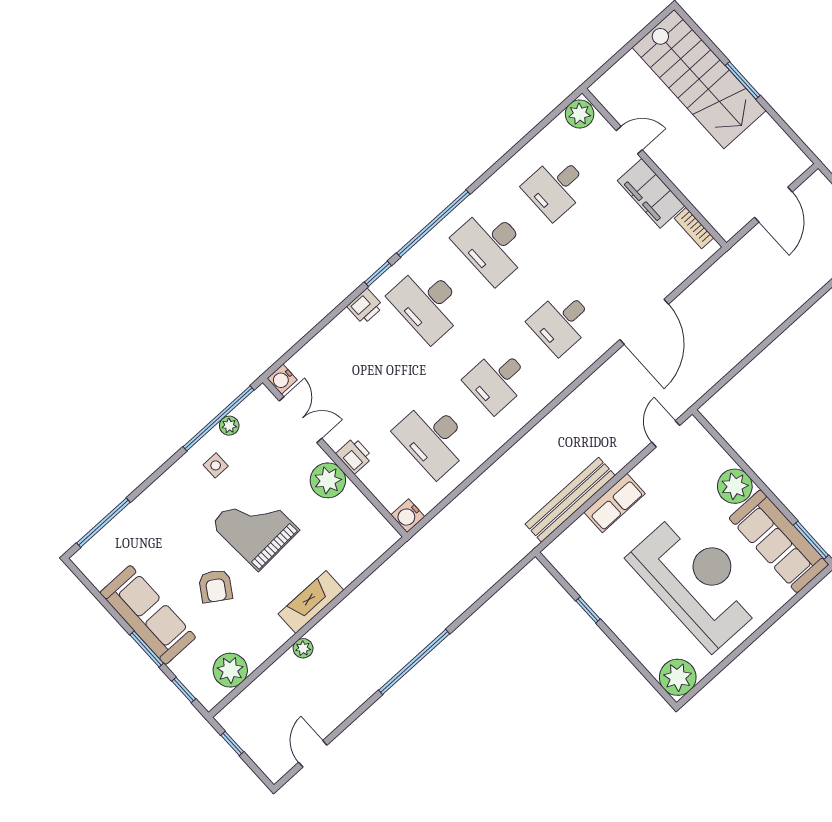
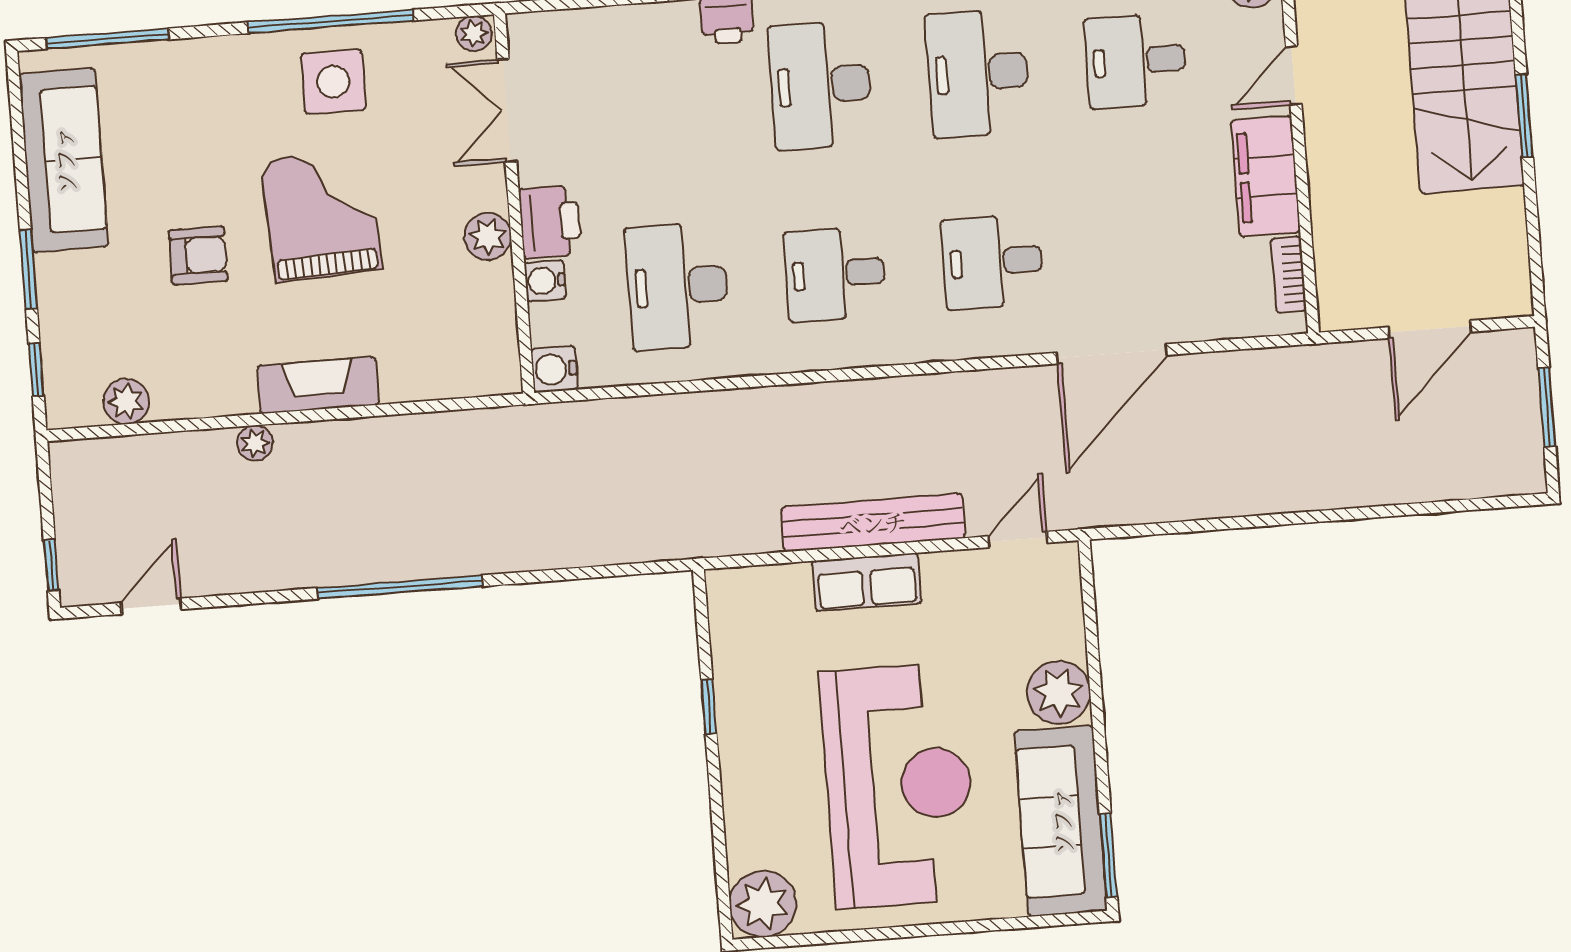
door: (629, 140) -> (1294, 75), swing flipped
water cooler: (282, 379) -> (545, 281), moved
window: (218, 418) -> (331, 21), moved
double door: (300, 420) -> (507, 110), swing flipped
plant: (229, 426) -> (474, 34), moved
printer: (354, 456) -> (550, 222), width x1.36, depth x1.24
side table: (216, 465) -> (333, 82), width x1.87, depth x1.87
plant: (328, 480) -> (488, 237), width x0.73, depth x0.73
bench: (570, 500) -> (873, 523), moved
armchair: (215, 586) -> (198, 255), turned -123
sofa: (148, 615) -> (64, 160), moved
plant: (230, 670) -> (126, 401), width x0.73, depth x0.73
window: (232, 744) -> (51, 565), moved

